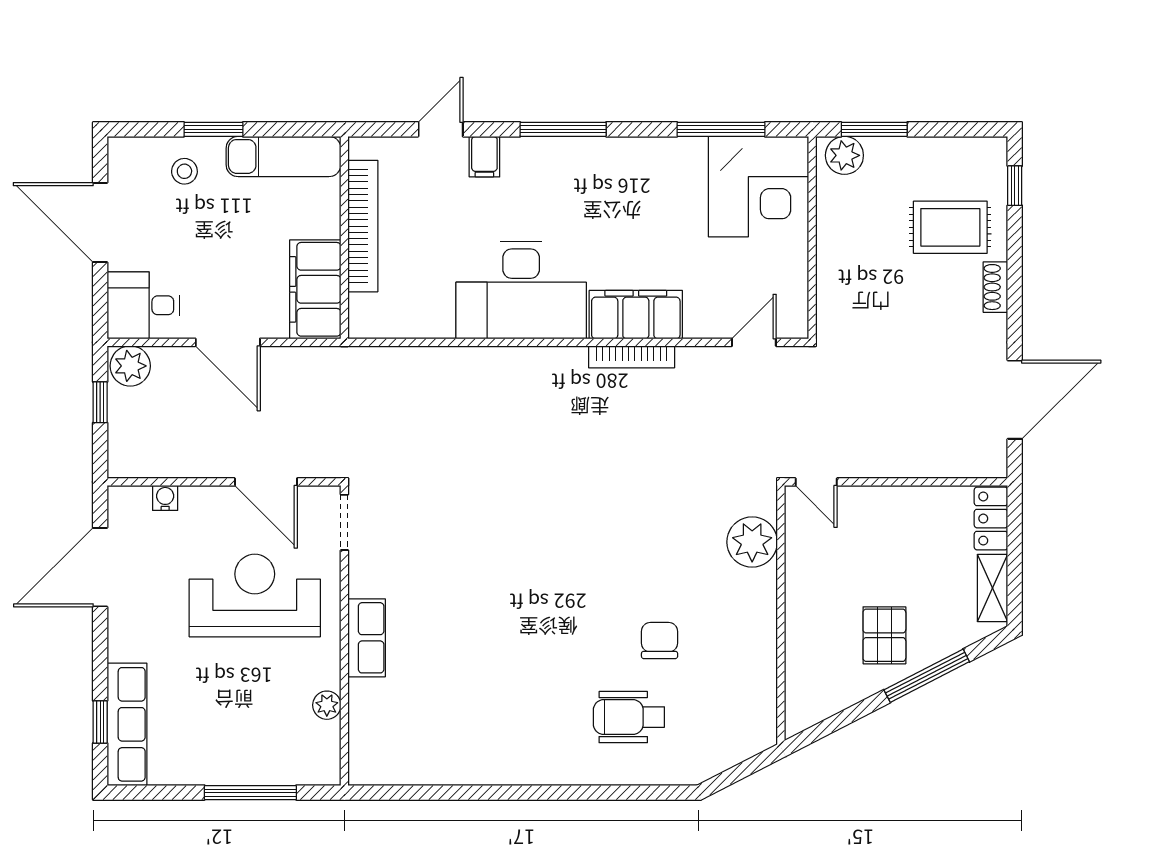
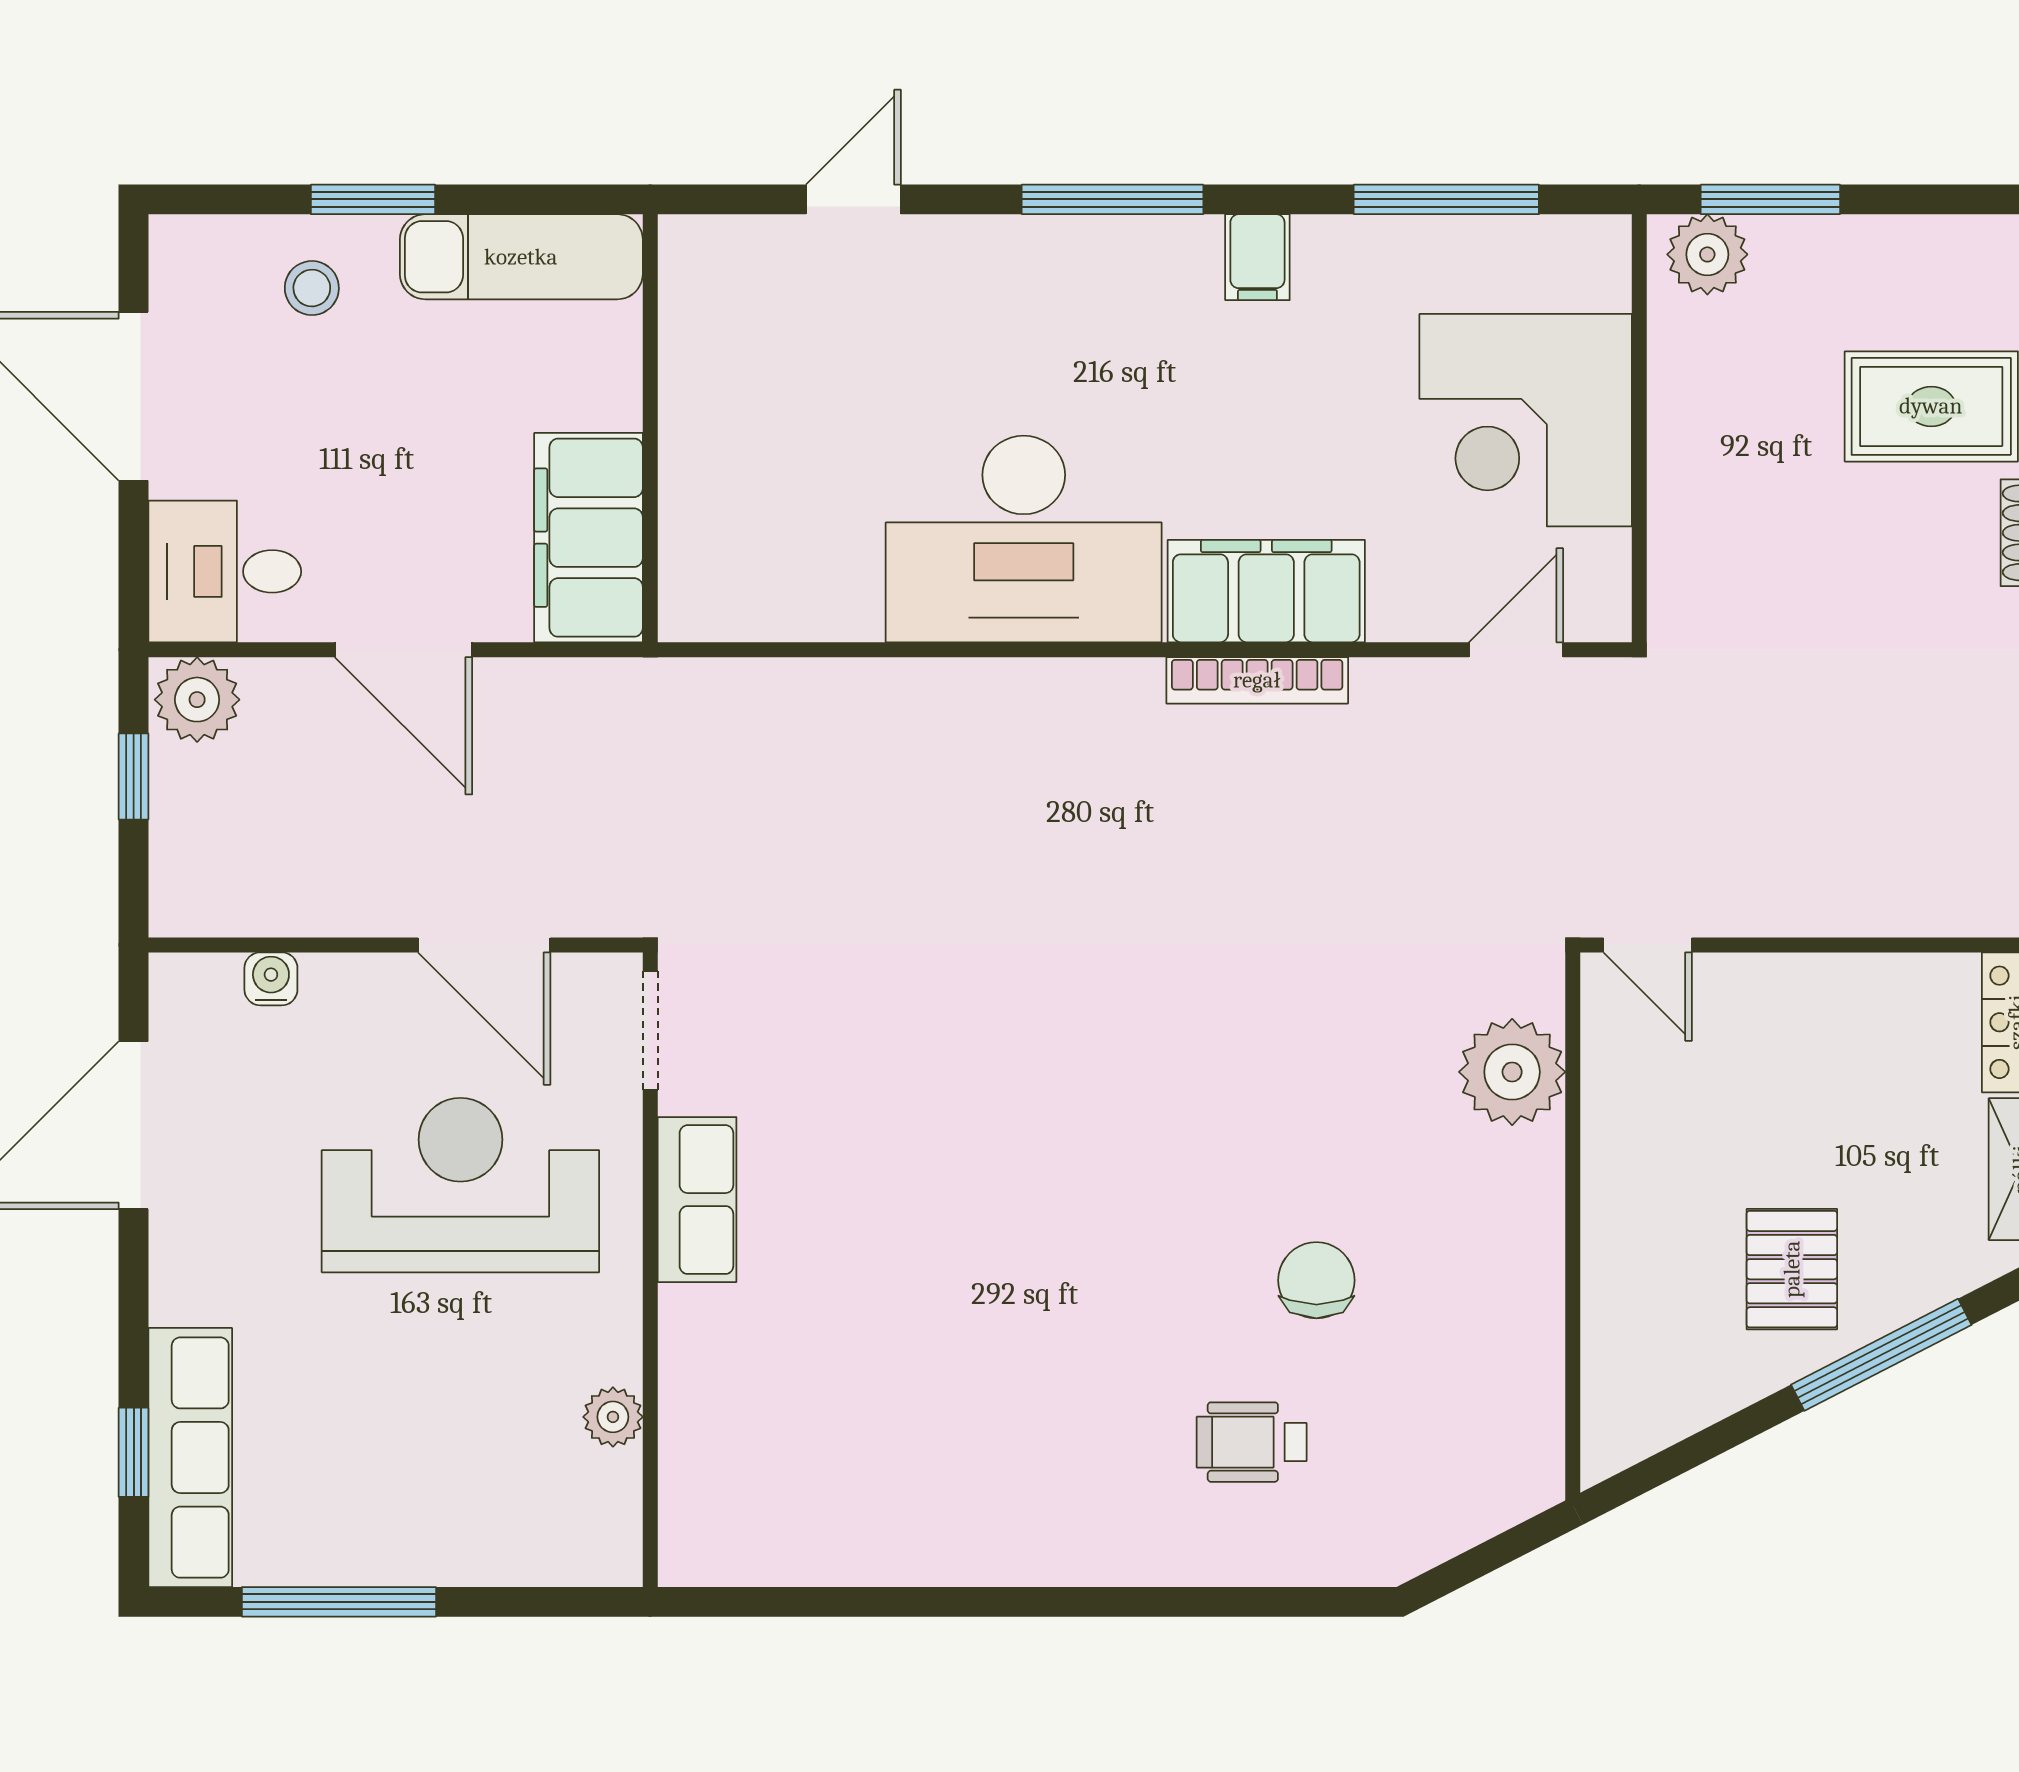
filing cabinet: (484, 157) -> (1257, 257), moved
corner desk: (758, 187) -> (1526, 420), moved, turned 90
bookcase: (363, 226) -> (689, 404), removed
row of seats: (367, 638) -> (697, 1200), moved
wheelchair: (629, 717) -> (1252, 1442), width x0.73, depth x0.73
window: (250, 793) -> (339, 1602), moved

